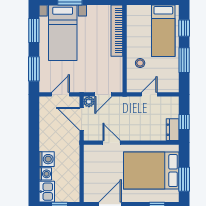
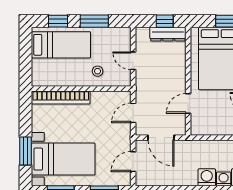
door: (60, 94) -> (133, 162), hinge flipped
door: (103, 94) -> (133, 113), swing flipped
plant: (89, 102) -> (141, 129), removed
door: (82, 119) -> (161, 138), hinge flipped
dresser: (173, 130) -> (168, 34), width x1.44

